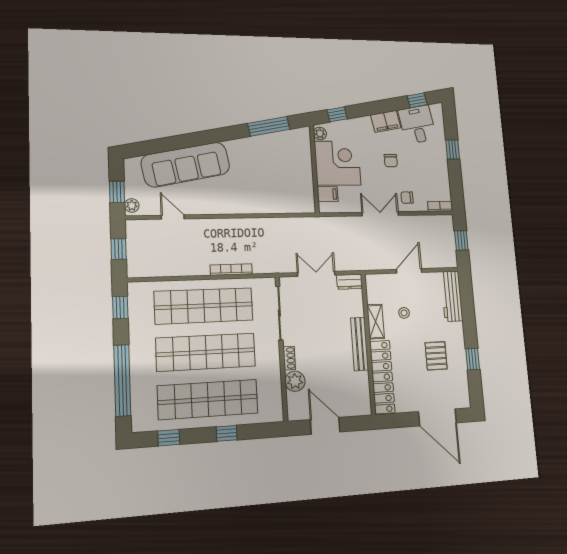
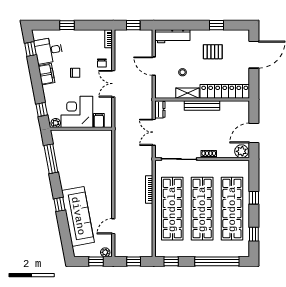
window: (203, 138) -> (60, 204), added
plant: (295, 381) -> (242, 151), moved

